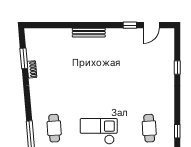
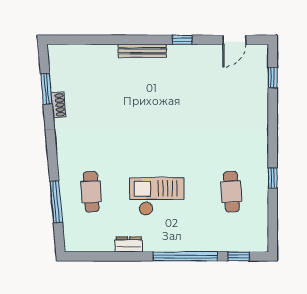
window: (130, 25) -> (182, 40), moved
window: (177, 67) -> (273, 78), moved
window: (177, 131) -> (273, 178), moved

